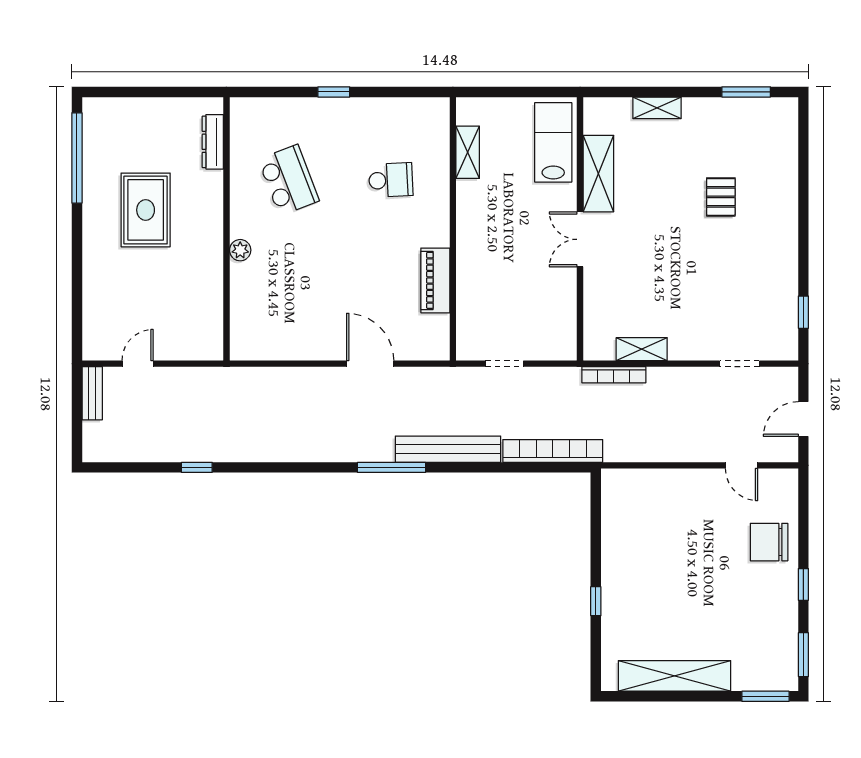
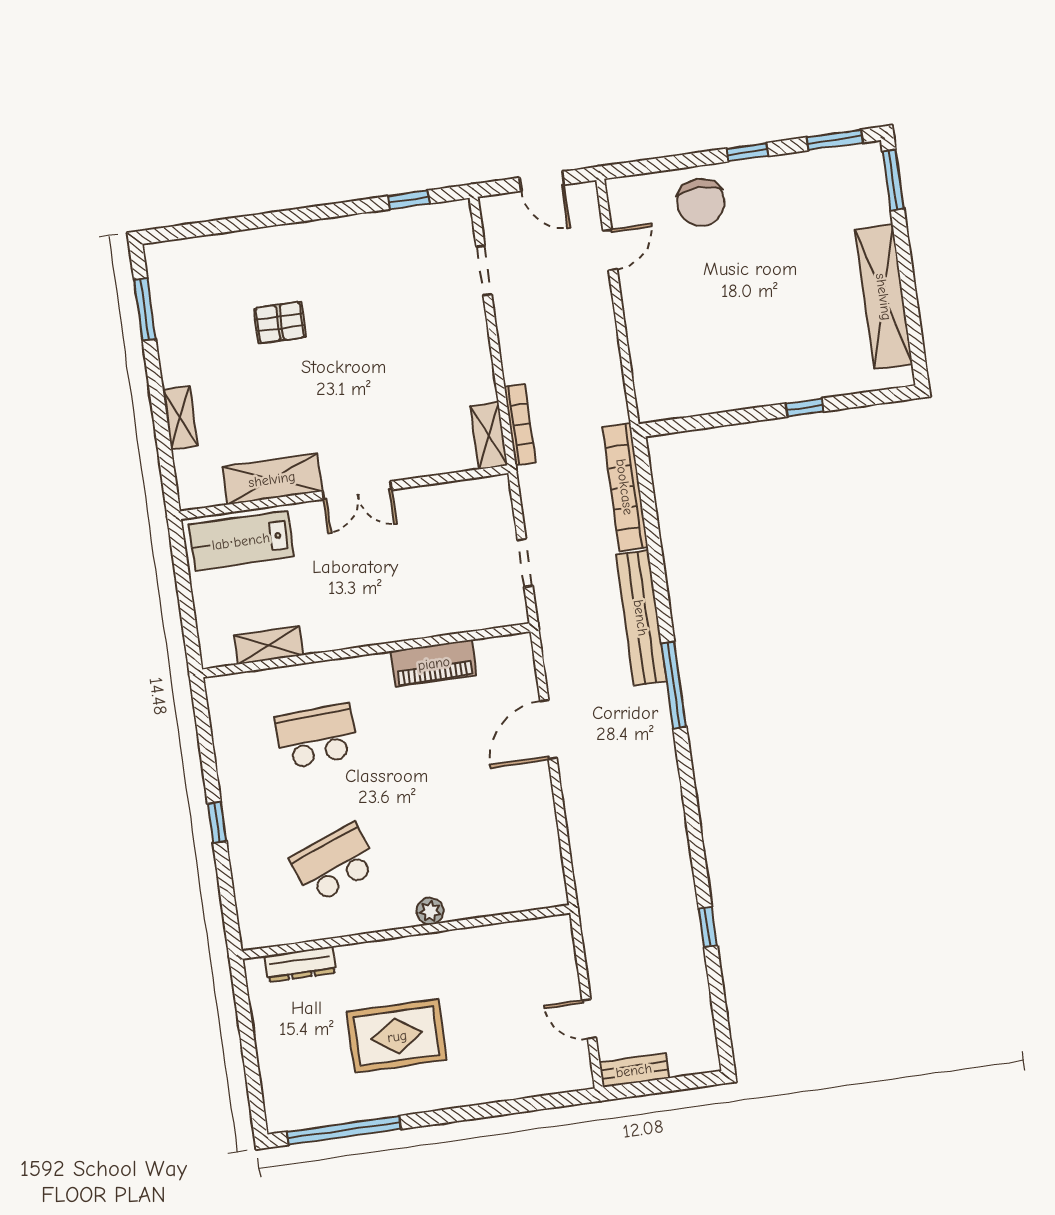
school desk: (391, 180) -> (317, 736), width x1.85
shelving: (642, 349) -> (489, 436), moved

